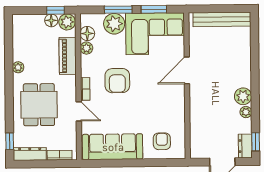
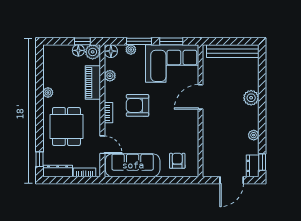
plant: (114, 24) -> (131, 50), width x0.53, depth x0.53
floor lamp: (87, 34) -> (111, 51), moved
armchair: (117, 81) -> (138, 105), turned 90
plant: (243, 96) -> (251, 98), moved
door: (79, 111) -> (102, 145), moved

